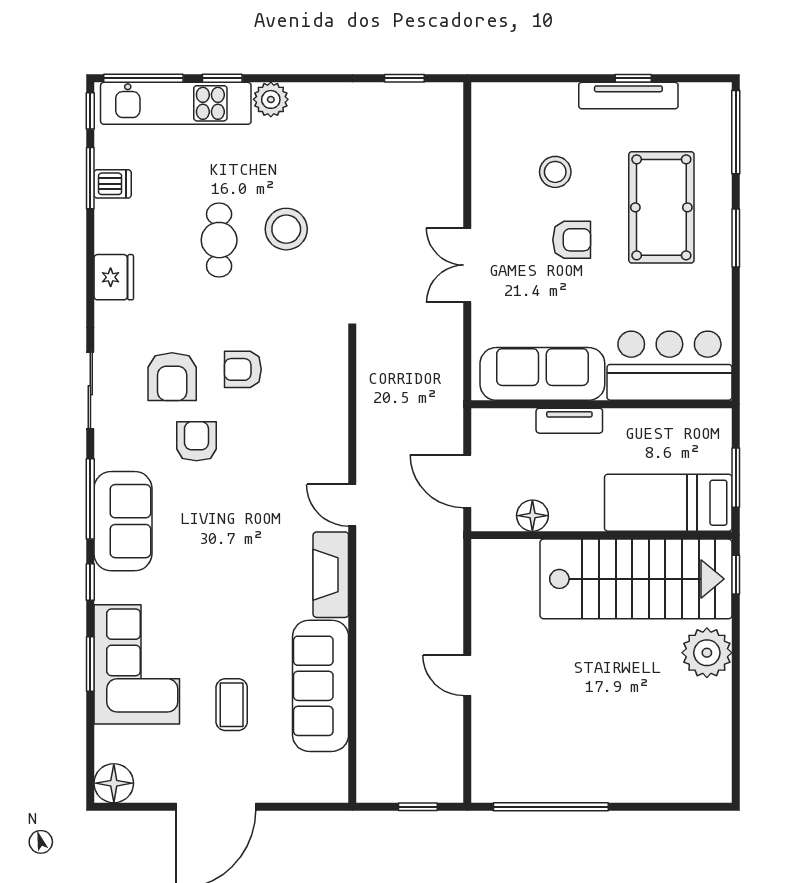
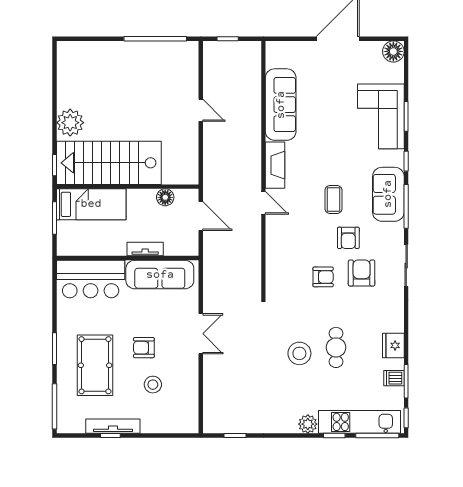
fridge: (114, 277) -> (393, 345), moved
coffee table: (232, 705) -> (334, 199), moved

